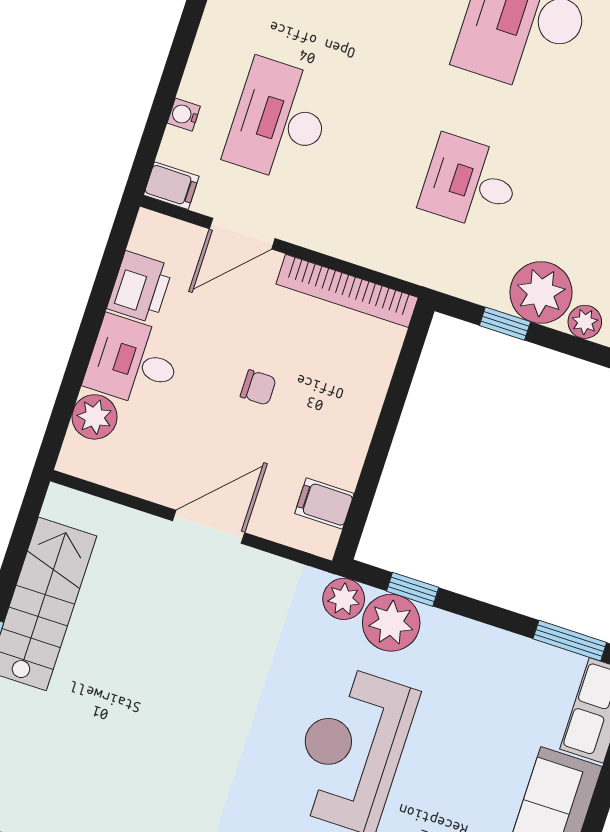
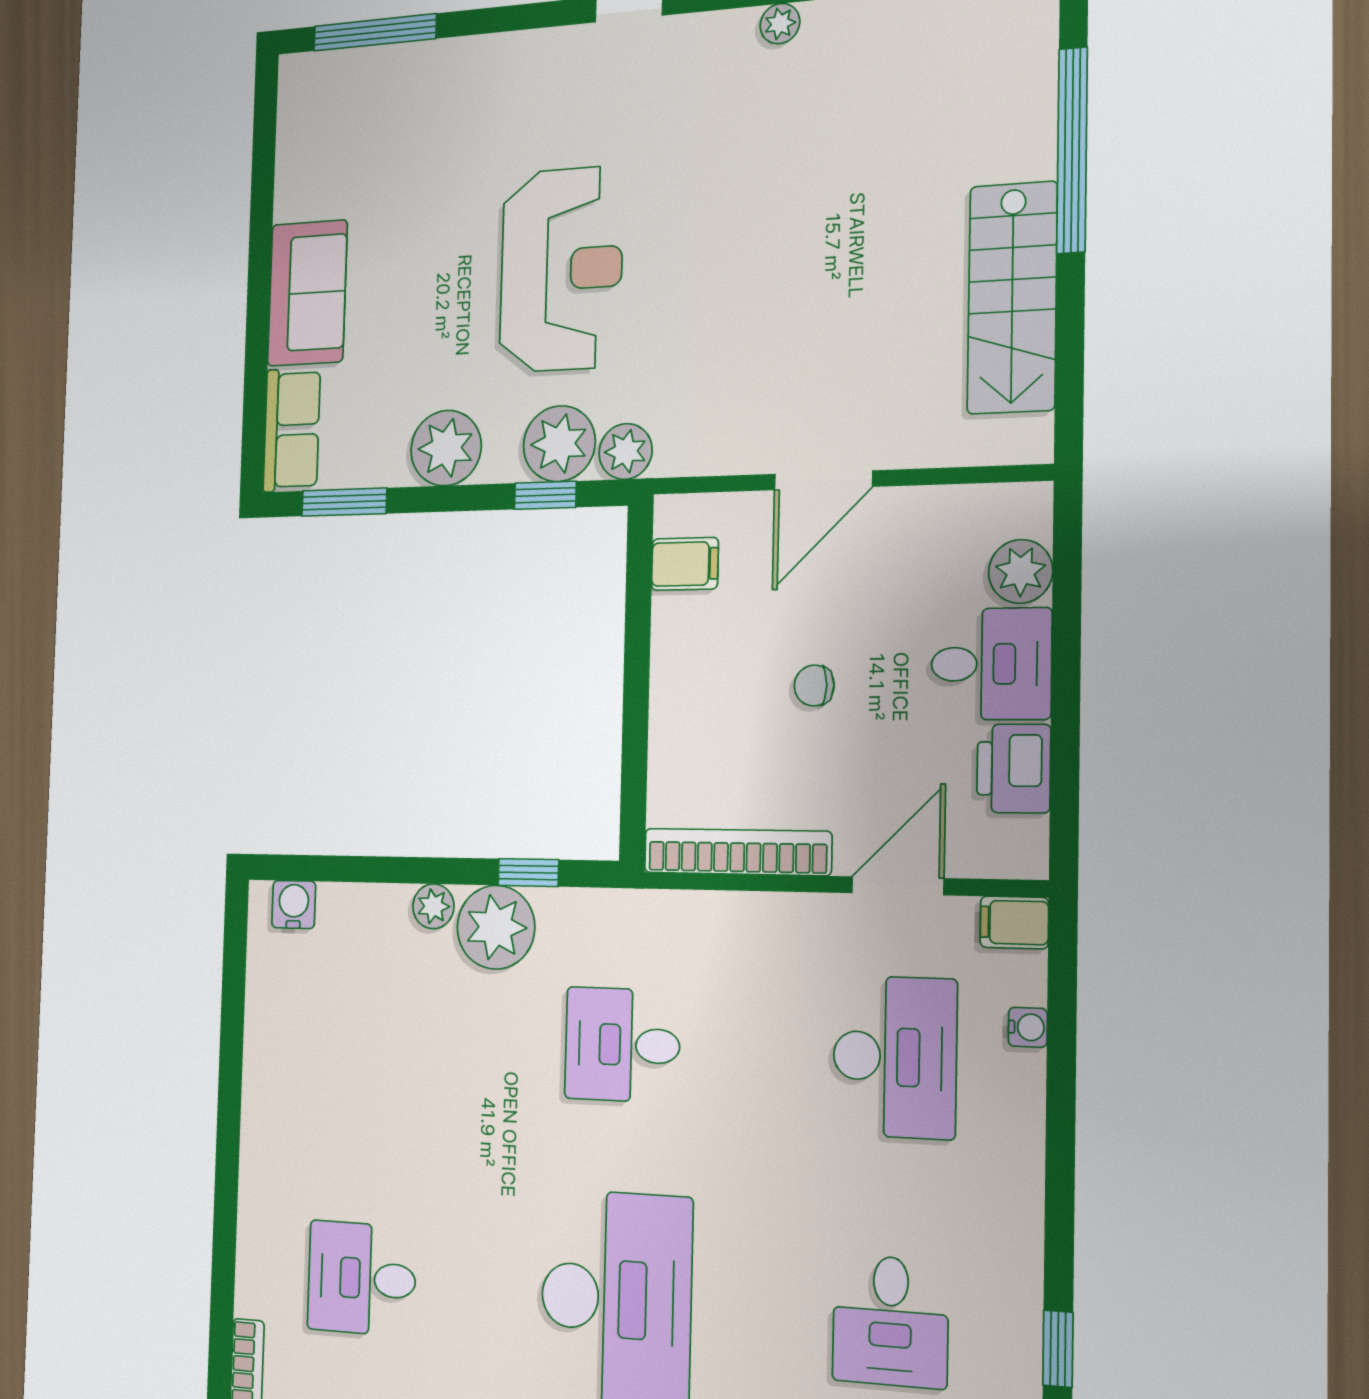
desk: (470, 183) -> (622, 1045), turned 180
plant: (478, 651) -> (446, 448), added

